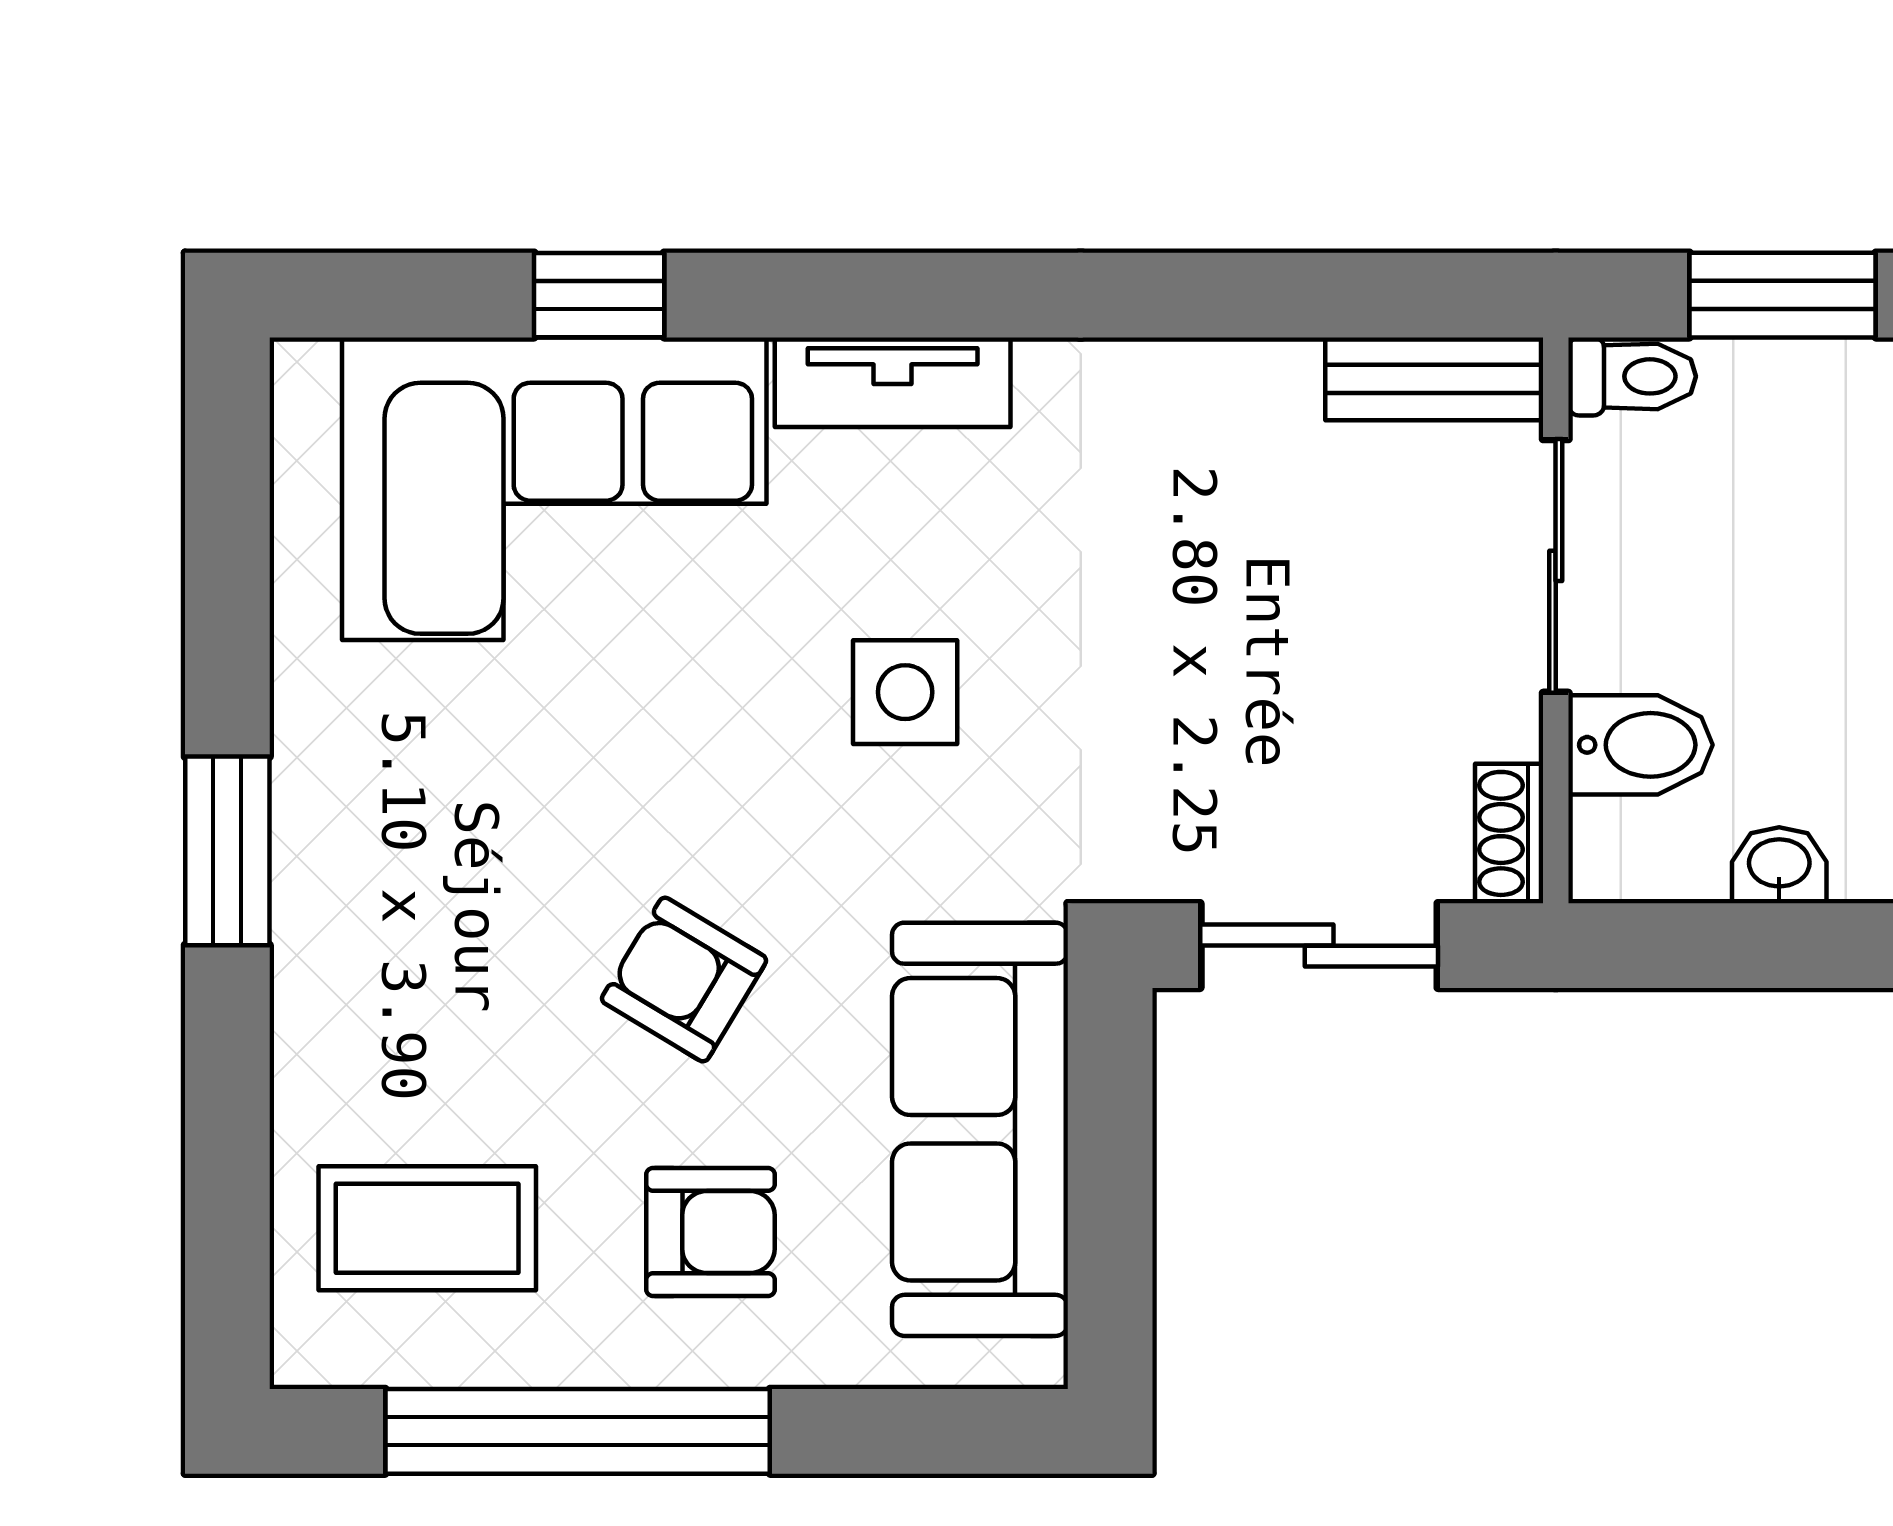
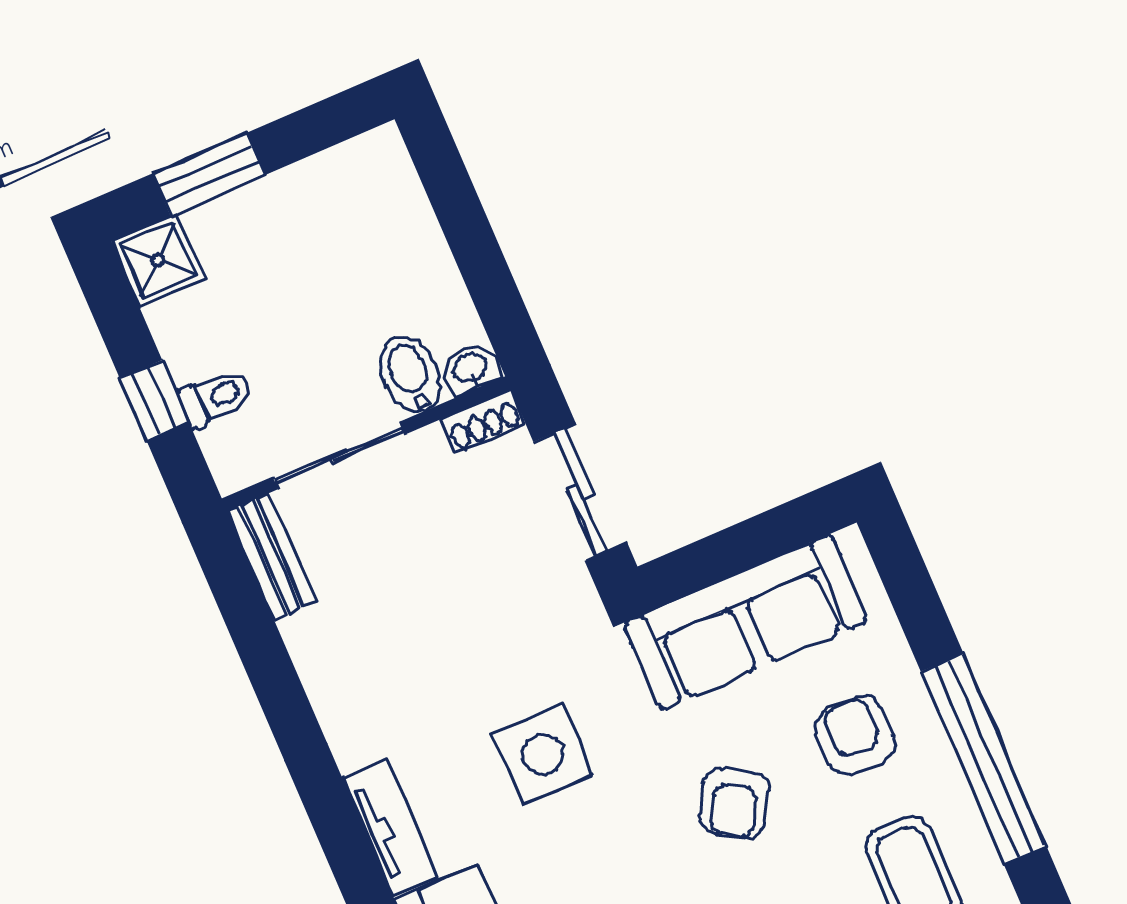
window: (1783, 295) -> (154, 400), width x0.67
toilet: (1632, 376) -> (216, 397), moved, turned 90
side table: (905, 692) -> (543, 754), width x1.37, depth x1.37
washbasin: (1779, 865) -> (471, 369), moved, turned 90

